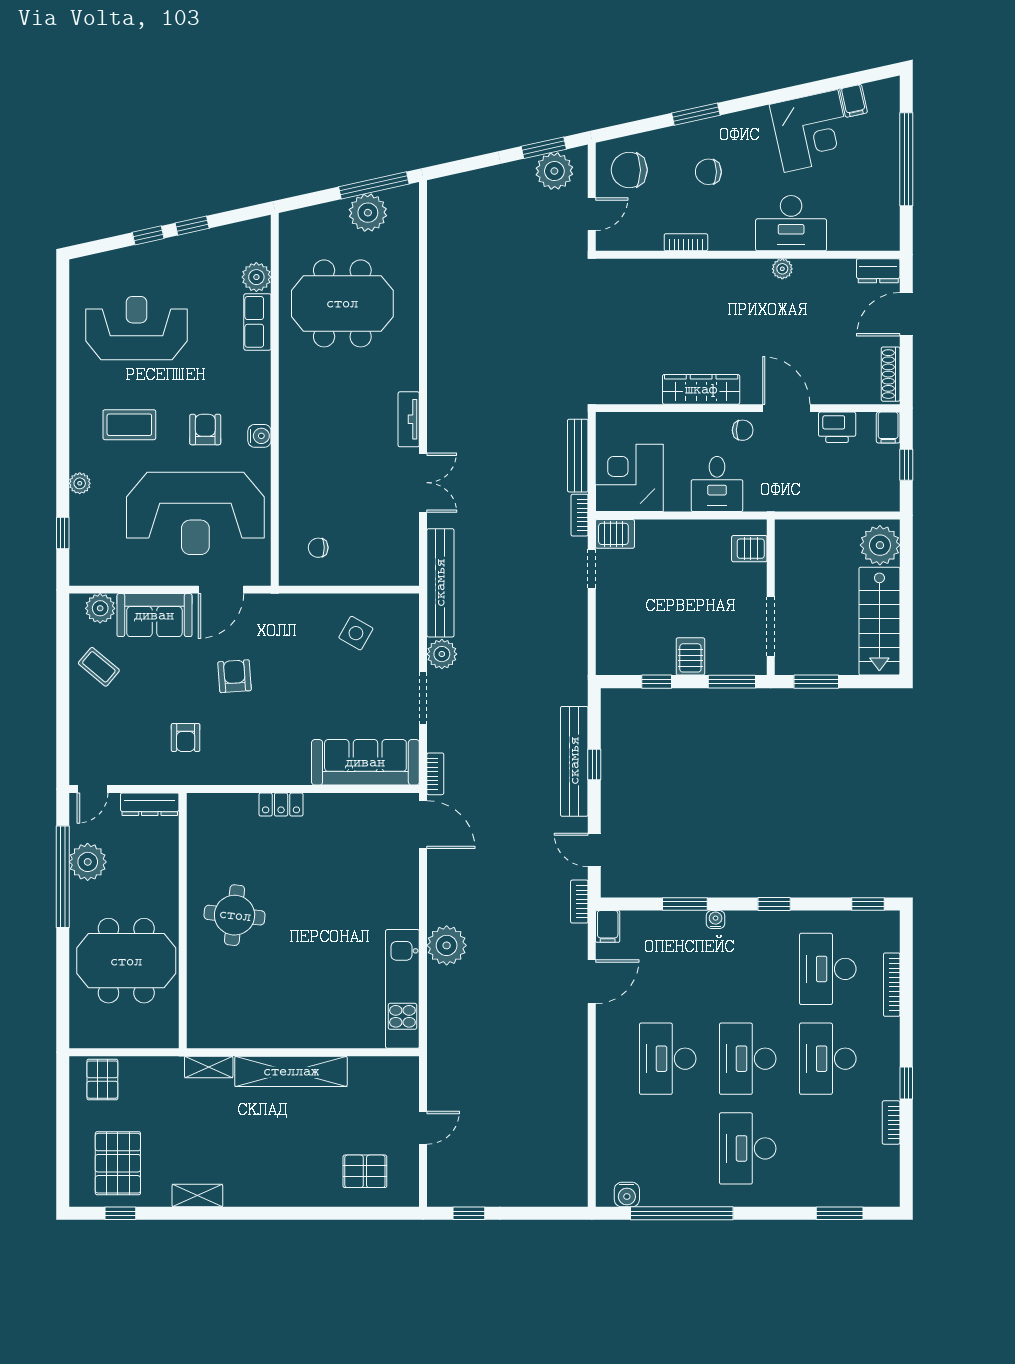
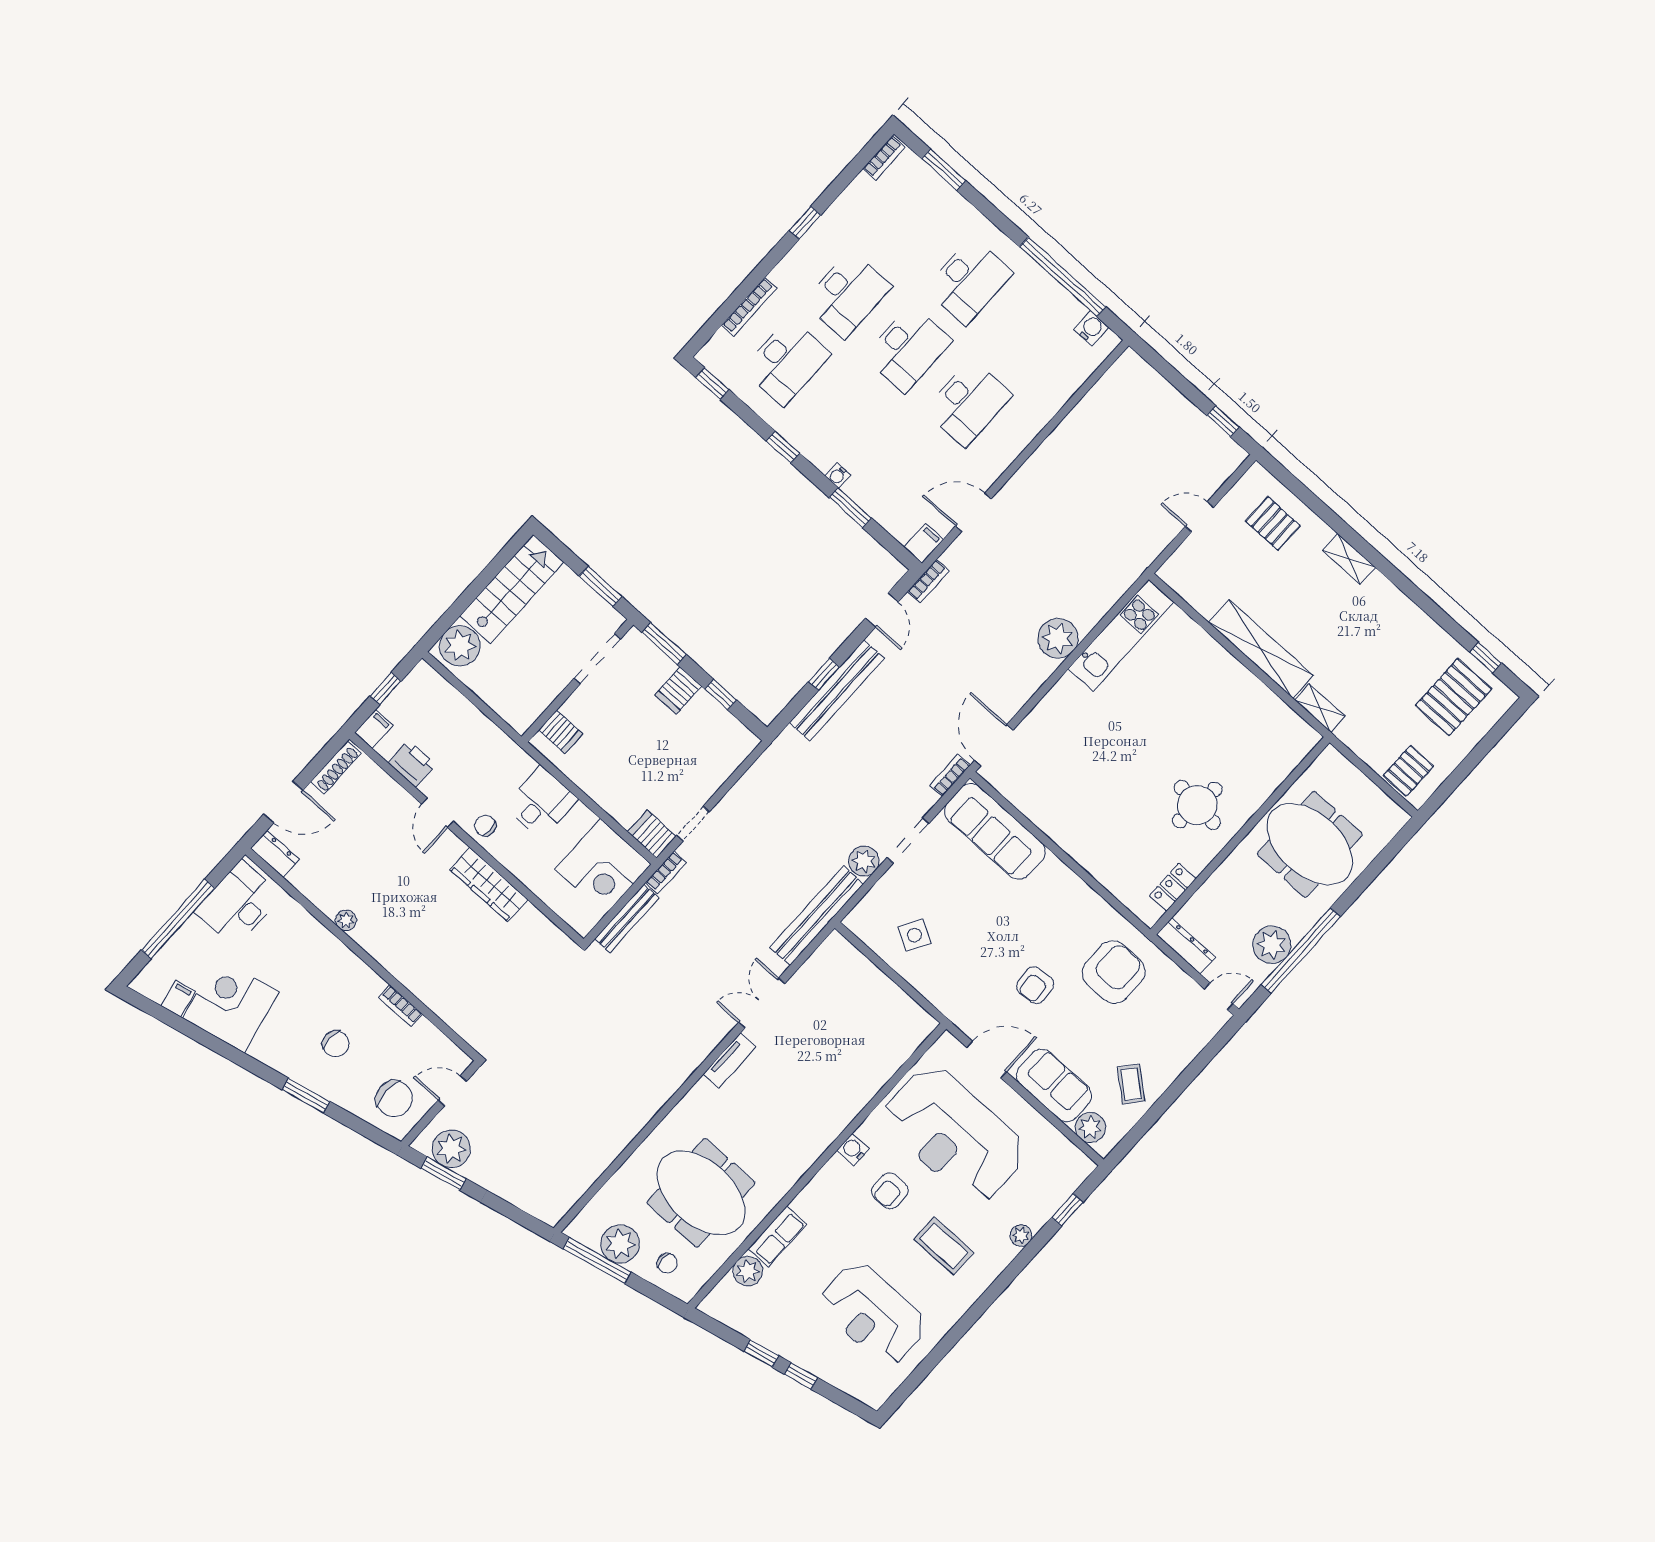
desk: (791, 223) -> (238, 904), moved, turned -90
door: (786, 408) -> (437, 813), width x0.73
reception desk: (195, 513) -> (954, 1134), turned 180
chair: (318, 548) -> (667, 1263), moved
armchair: (186, 737) -> (1114, 972), width x1.88, depth x1.88
locker: (281, 805) -> (1173, 887), moved, turned -90
bookcase: (891, 1123) -> (884, 158), moved
shelving: (197, 1196) -> (1349, 559), moved

